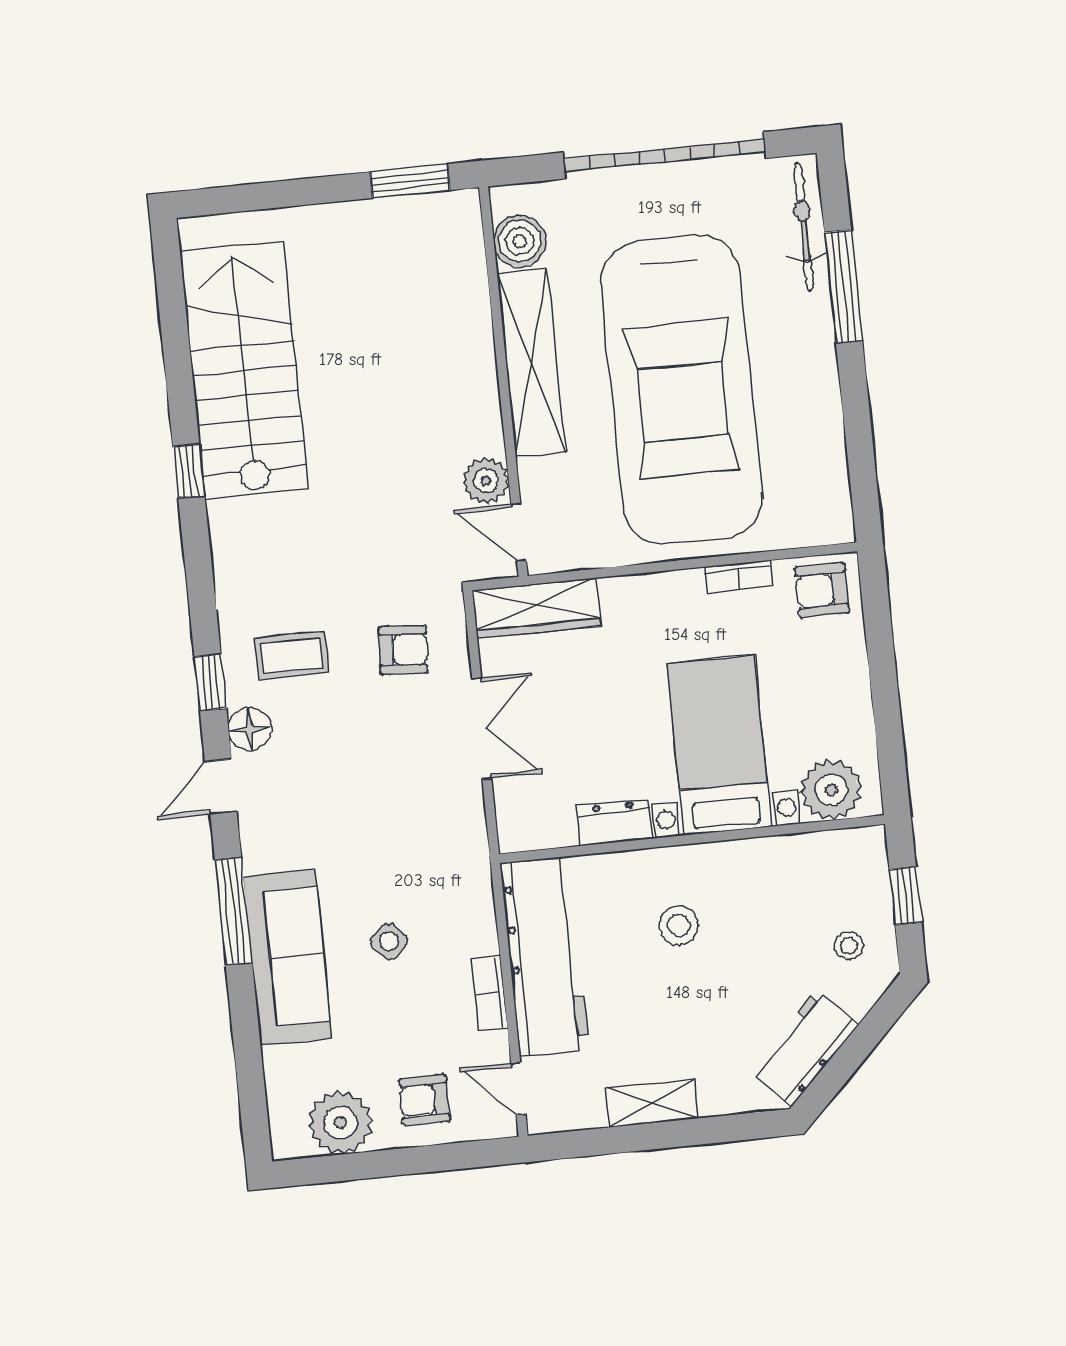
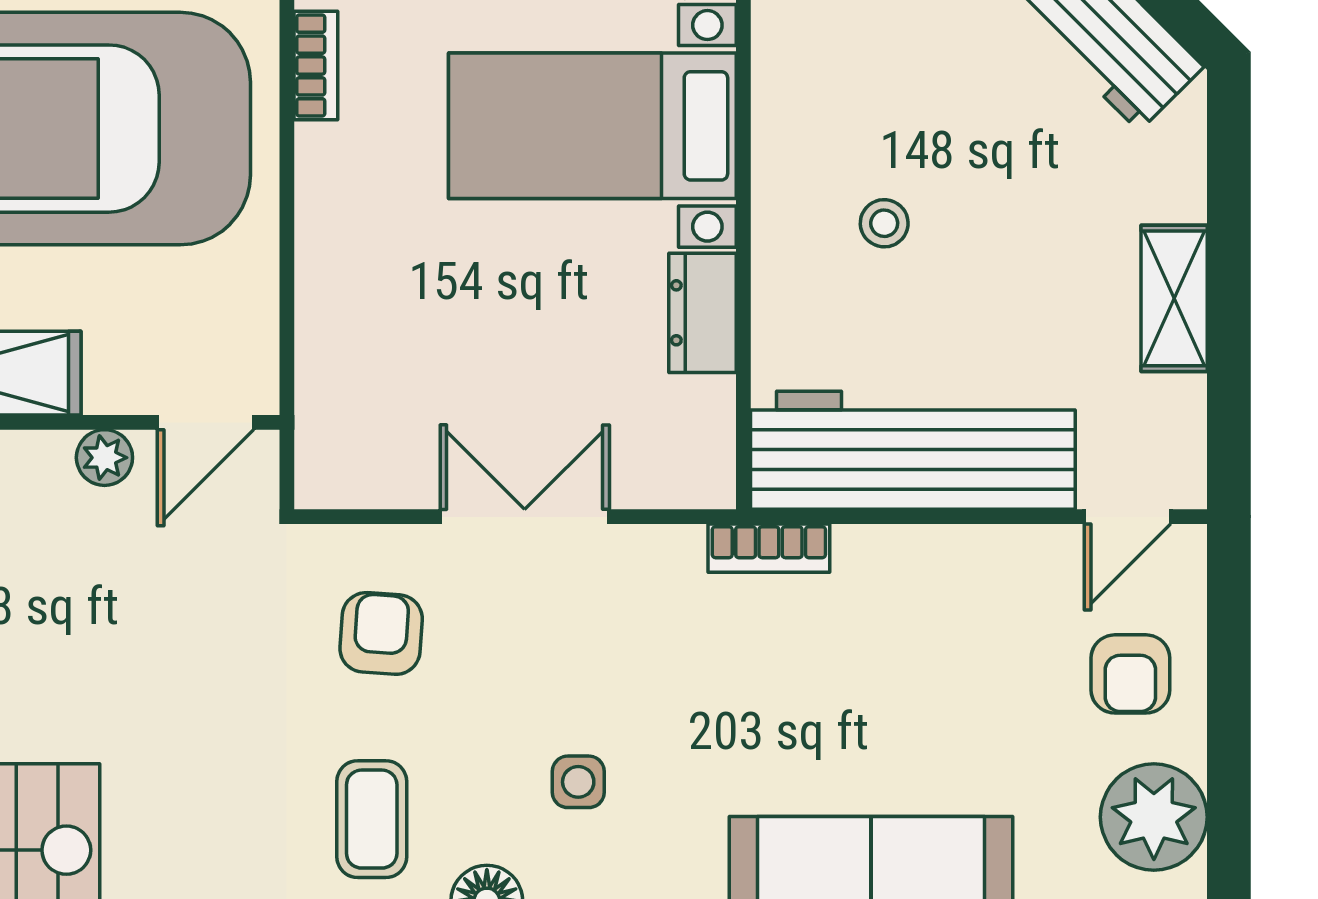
plant: (486, 481) -> (104, 458), width x0.73, depth x0.73
wardrobe: (536, 608) -> (334, 406), removed
stool: (679, 925) -> (884, 223), width x0.73, depth x0.73
side table: (389, 941) -> (578, 782), moved, turned 45
bookcase: (490, 994) -> (769, 548), moved

